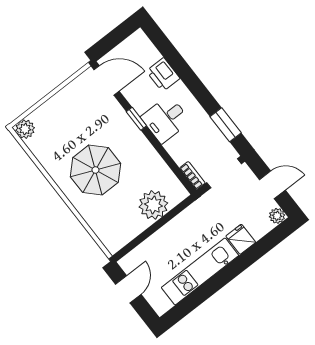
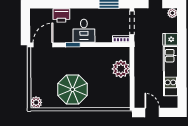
parasol: (95, 170) -> (72, 90), moved

